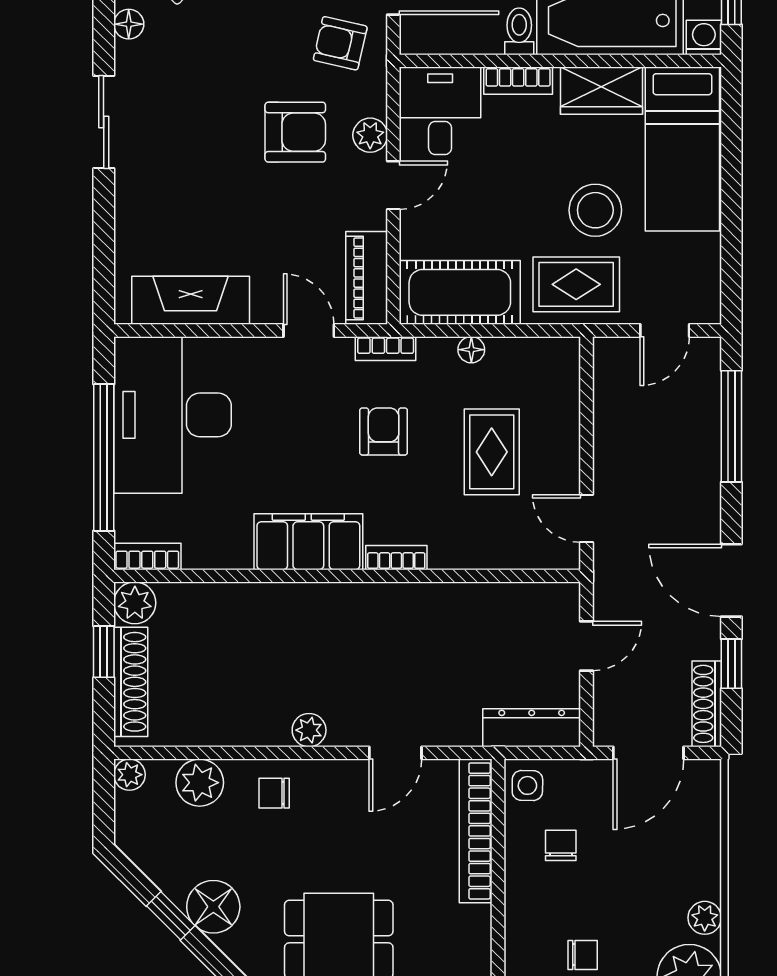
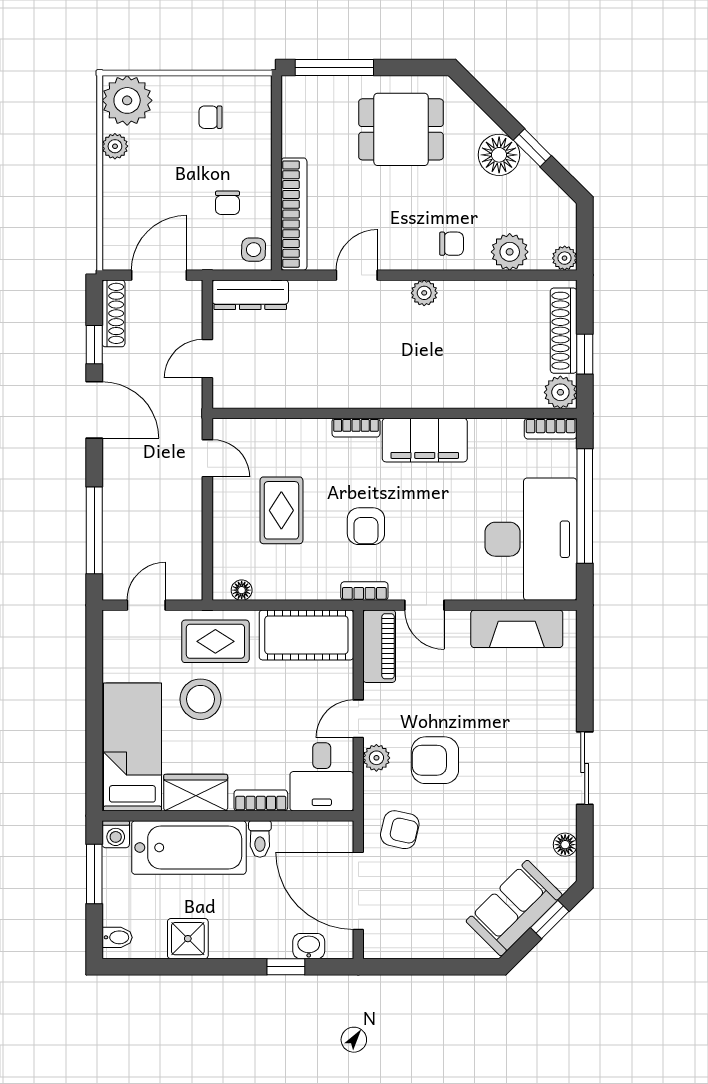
floor lamp: (471, 350) -> (242, 590), moved

